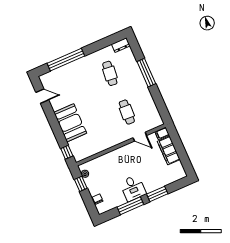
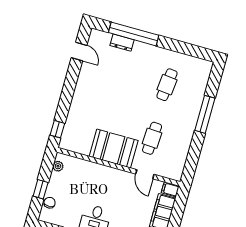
dresser: (121, 45) -> (122, 43), moved
booth: (70, 123) -> (114, 148), moved, turned 90
window: (81, 184) -> (41, 189), moved

